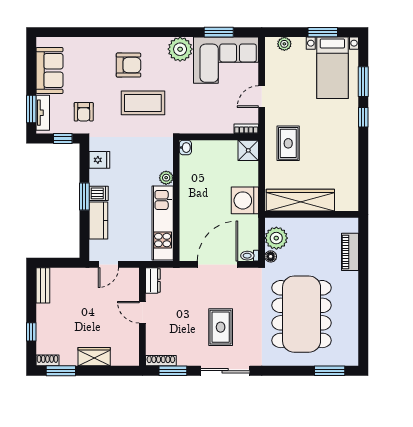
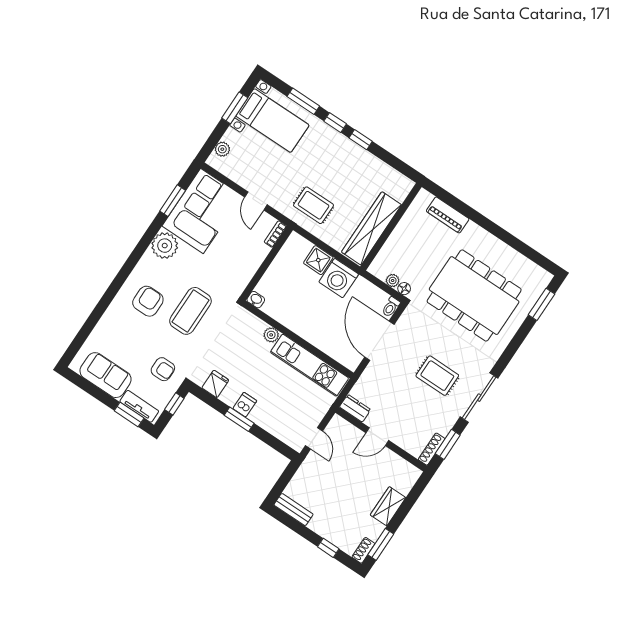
window: (363, 146) -> (361, 140), added
shower: (248, 150) -> (318, 260), moved
kitchen counter: (98, 221) -> (269, 421), removed
plant: (276, 238) -> (393, 281), width x0.53, depth x0.53

